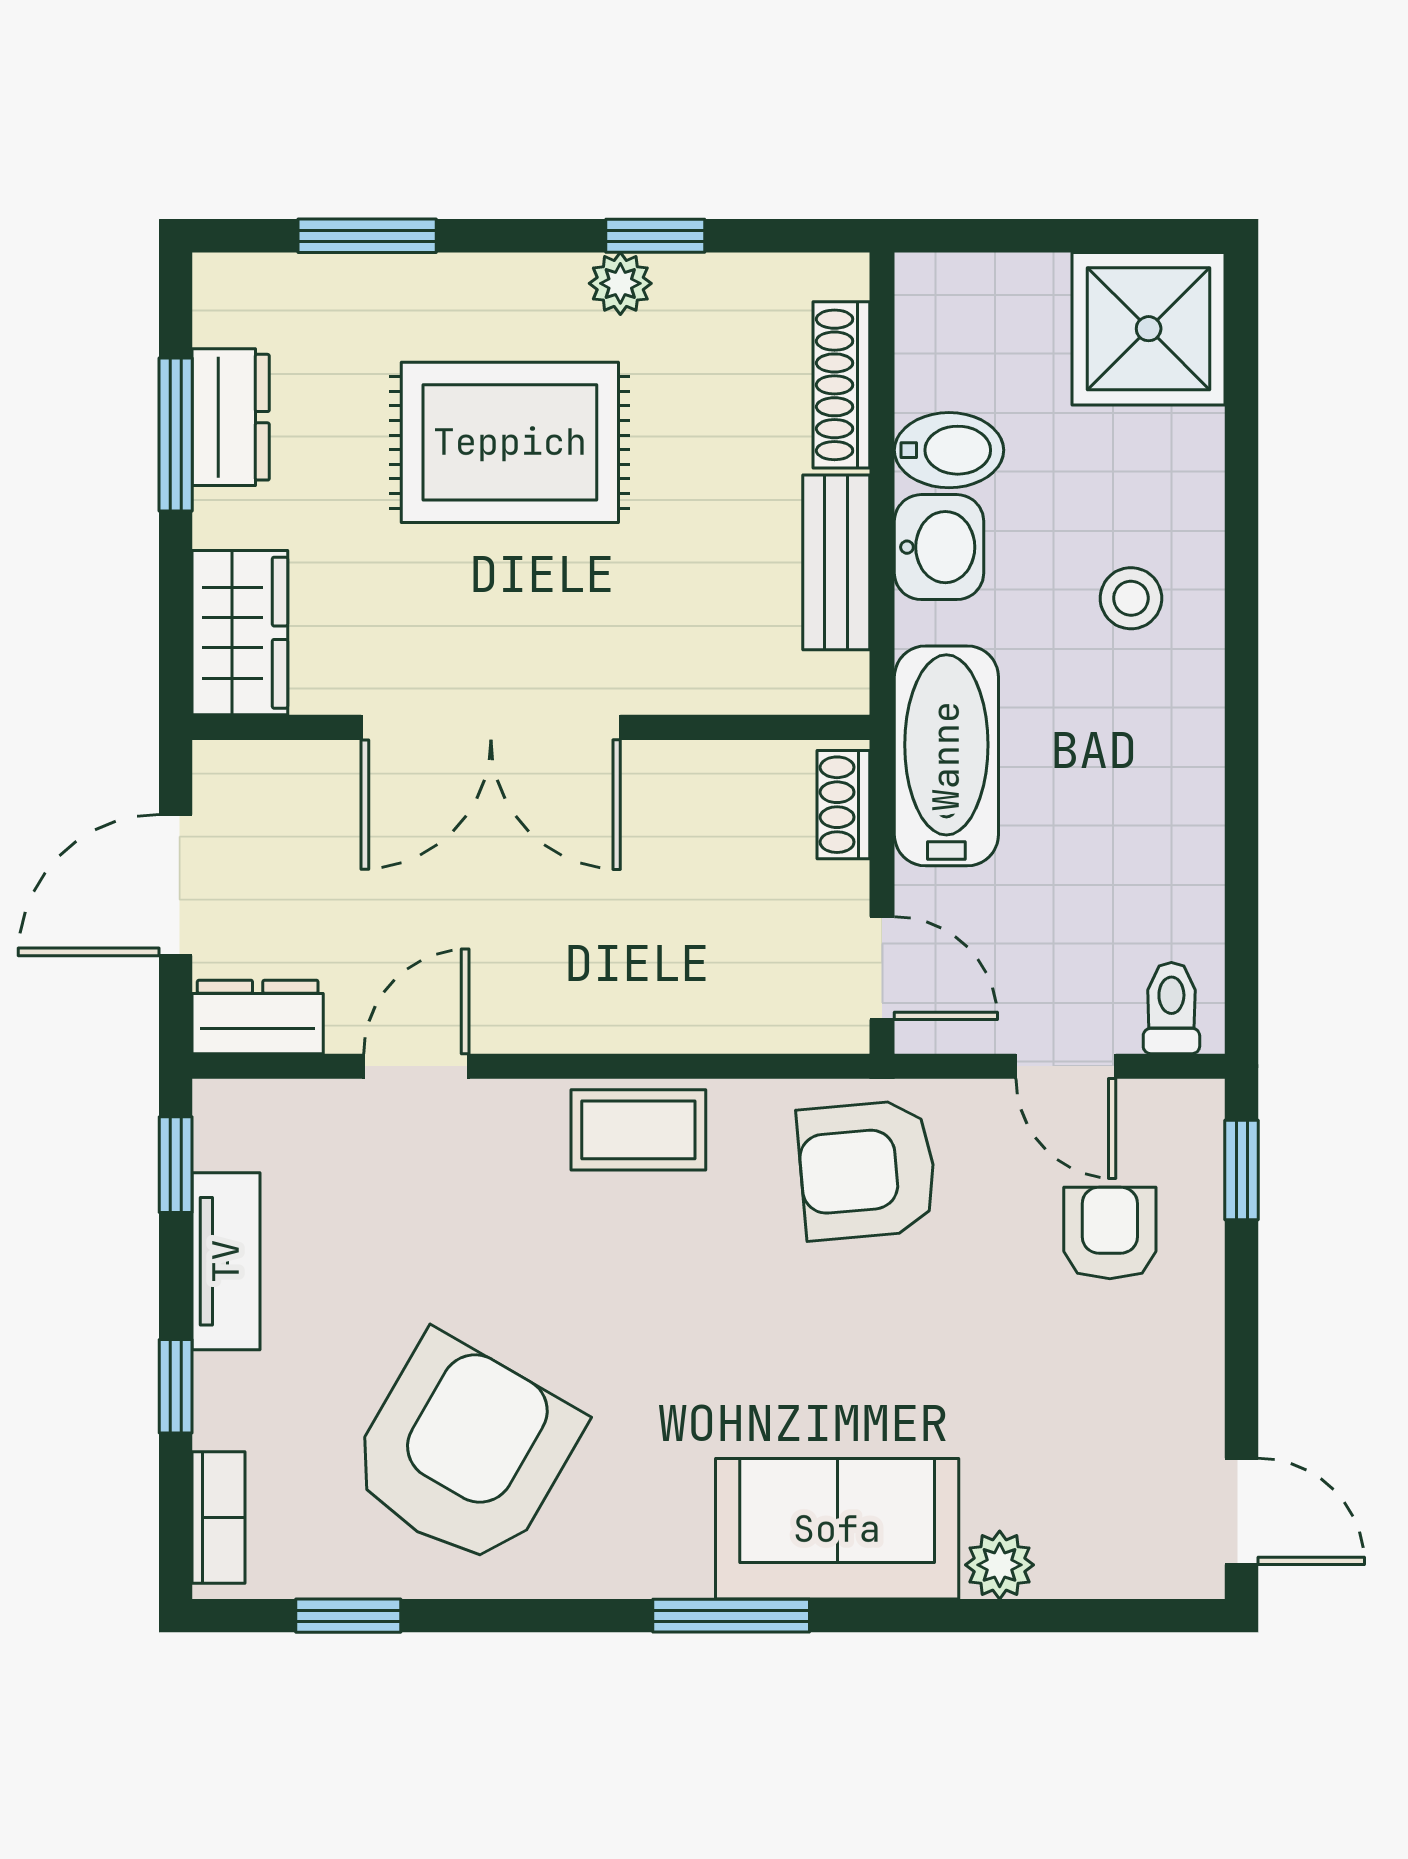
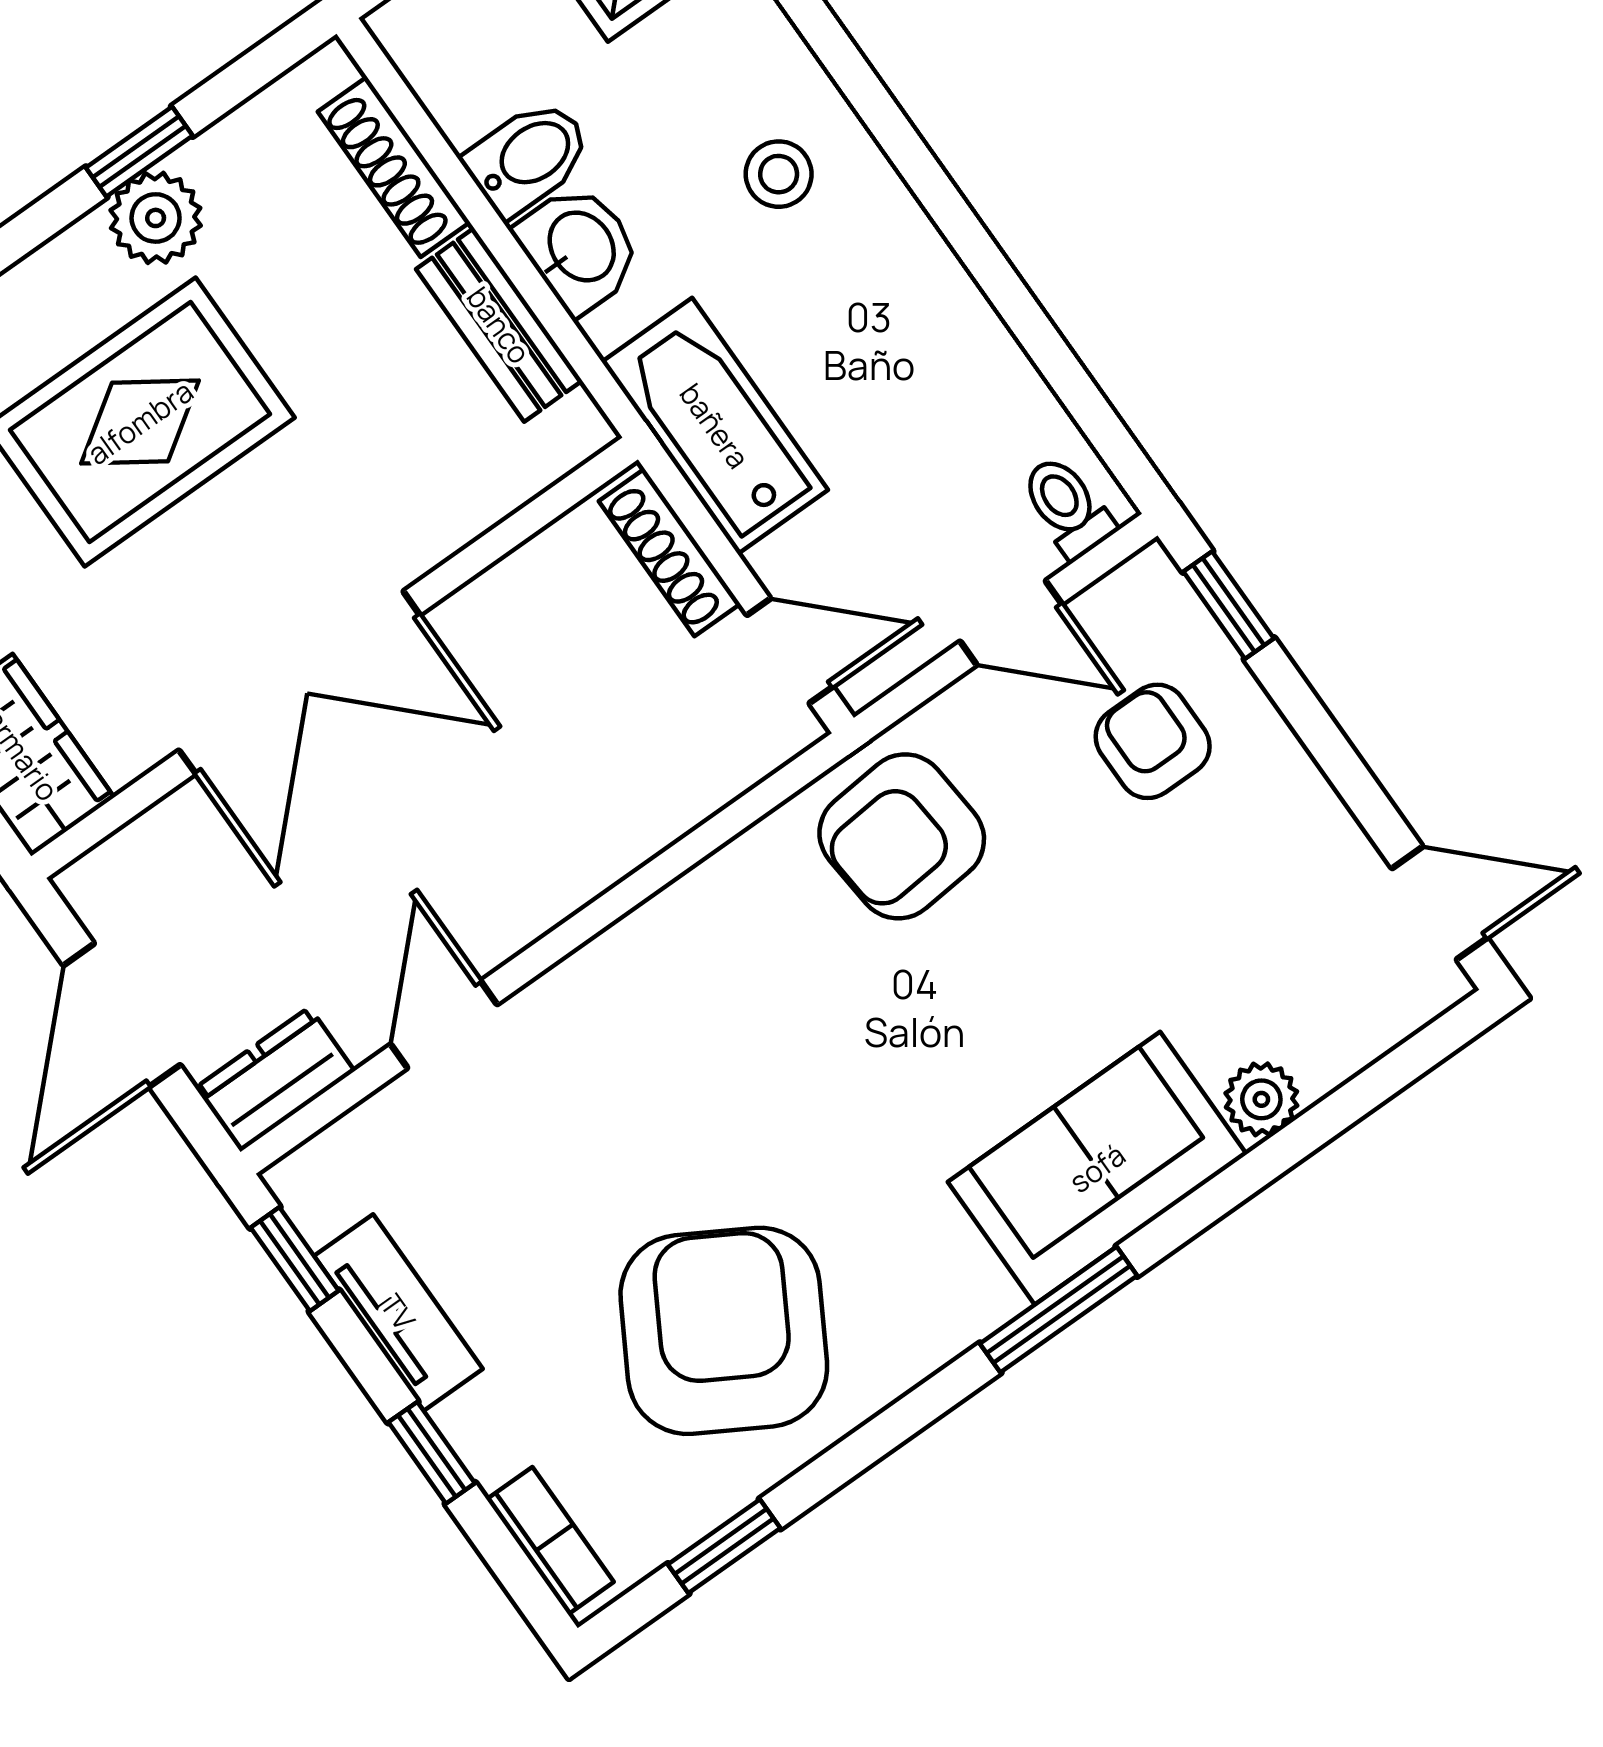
plant: (620, 283) -> (156, 218), width x1.38, depth x1.38
shoe rack: (843, 805) -> (669, 552), width x1.43
coffee table: (638, 1130) -> (677, 943), removed

